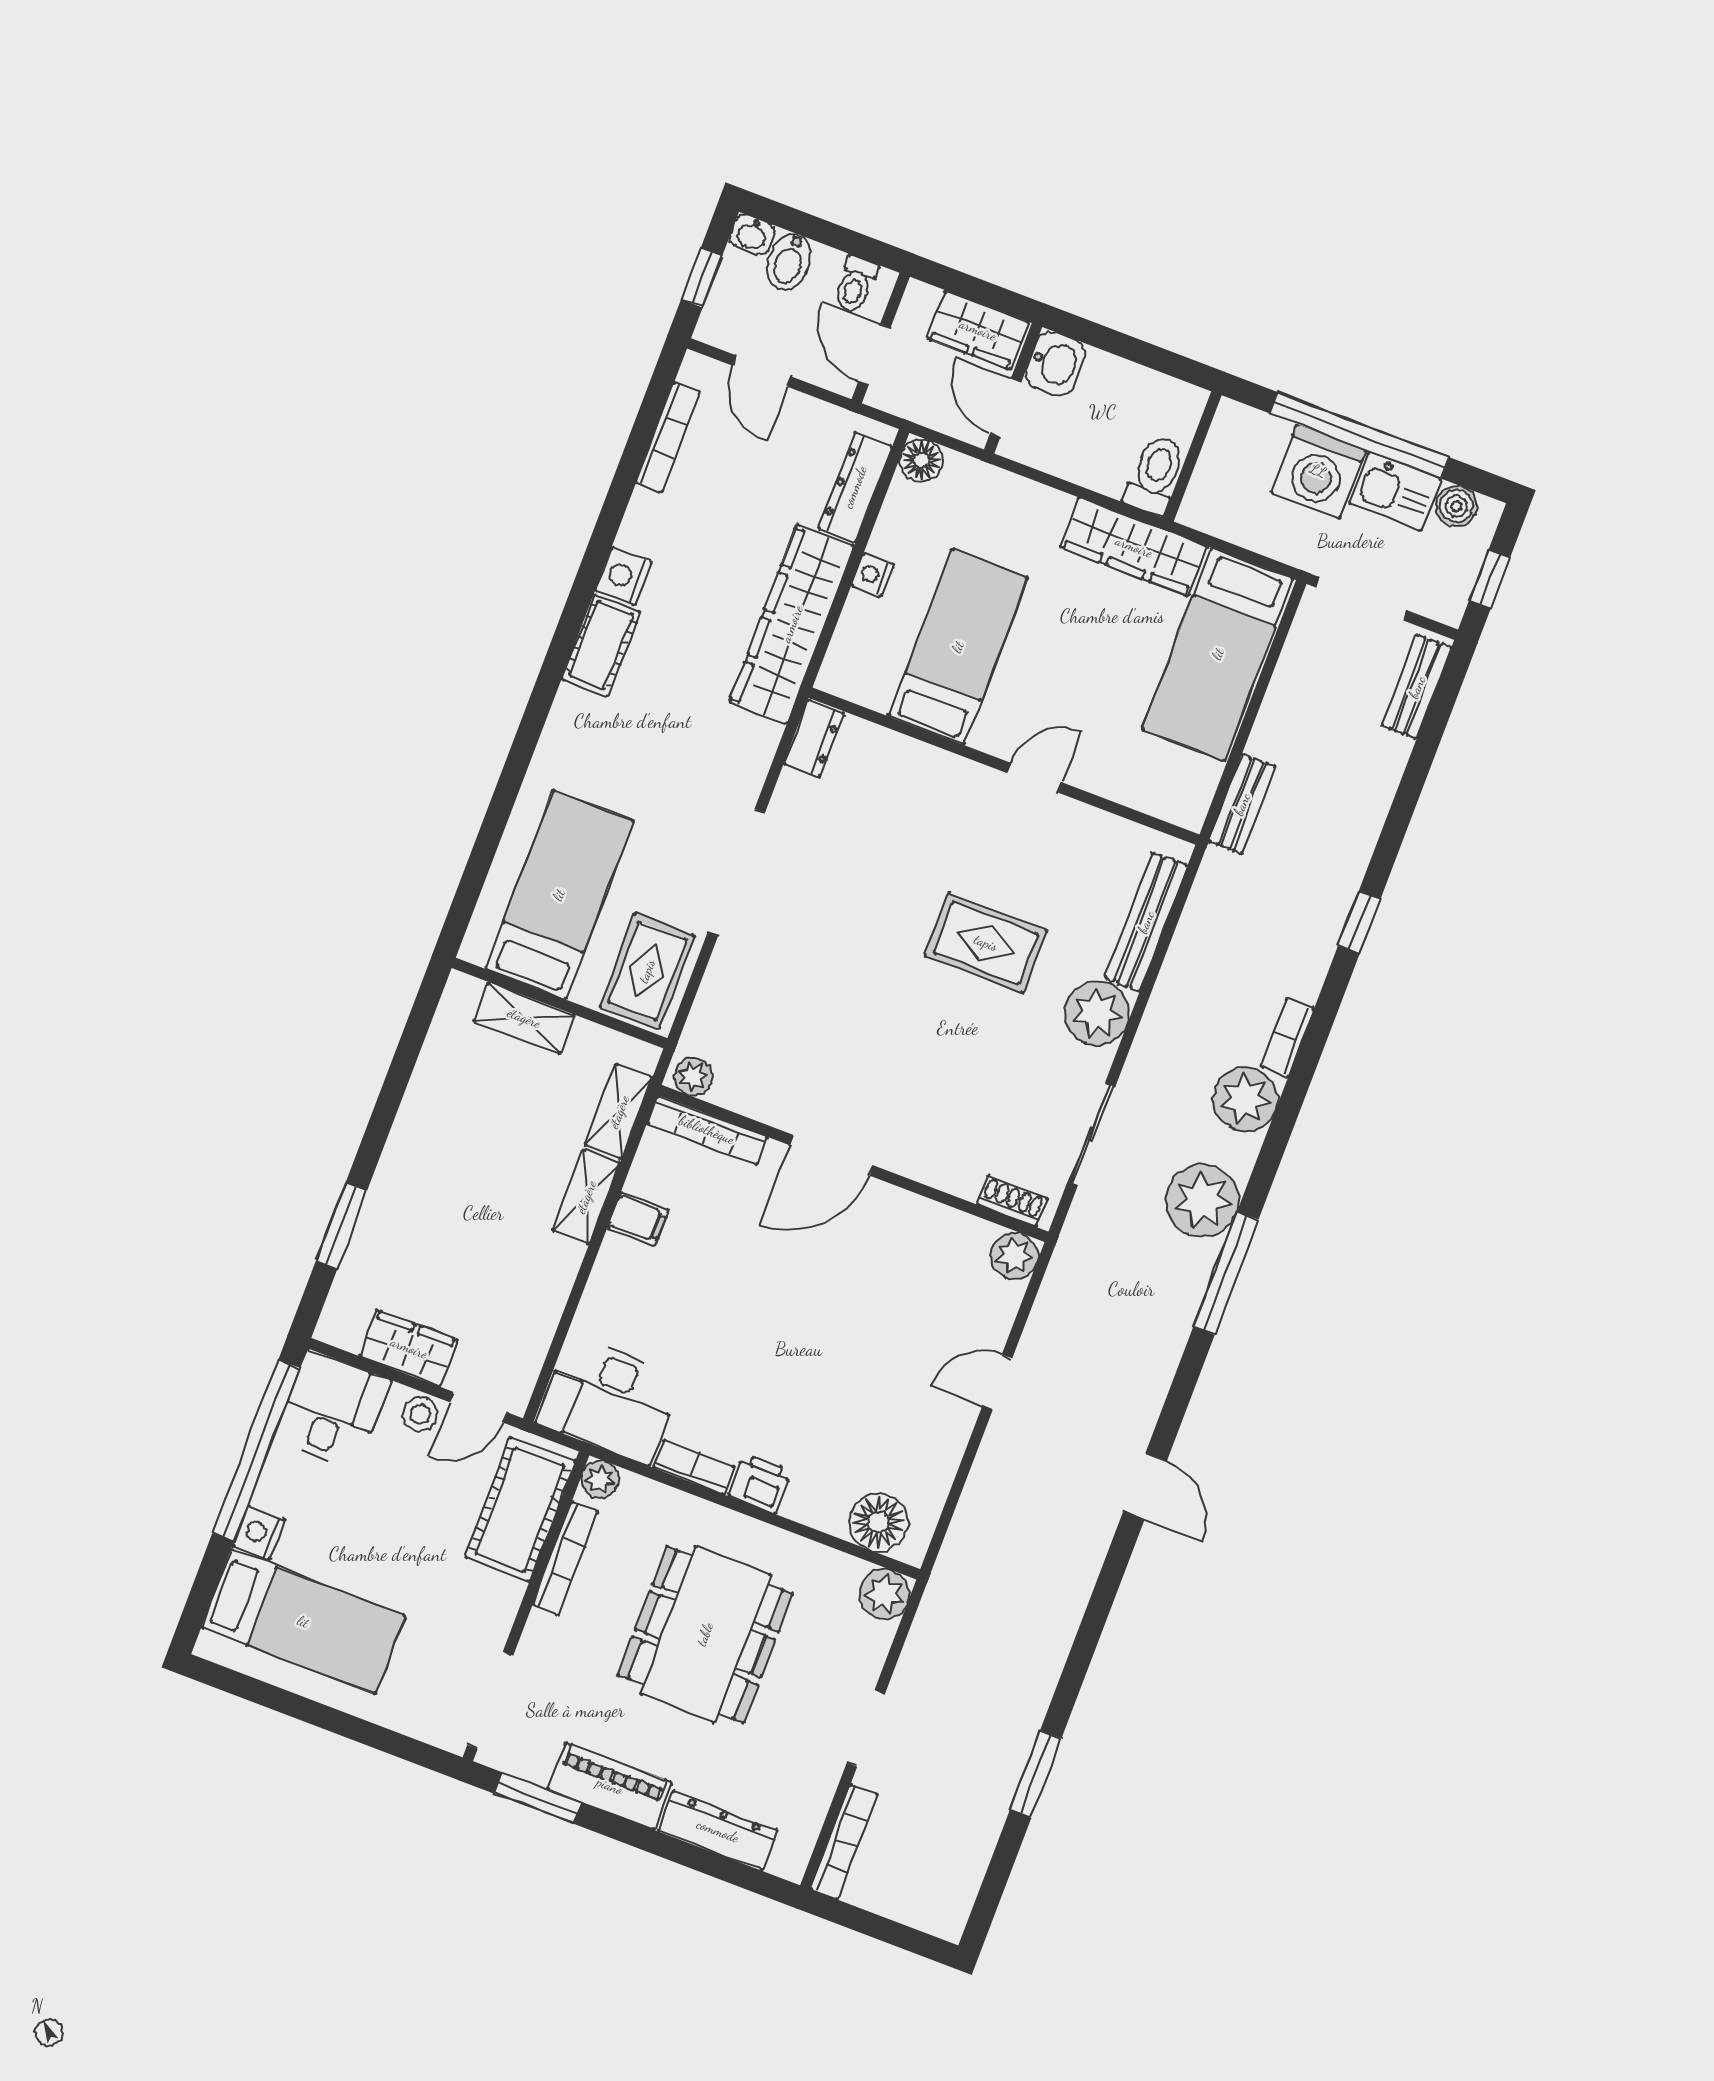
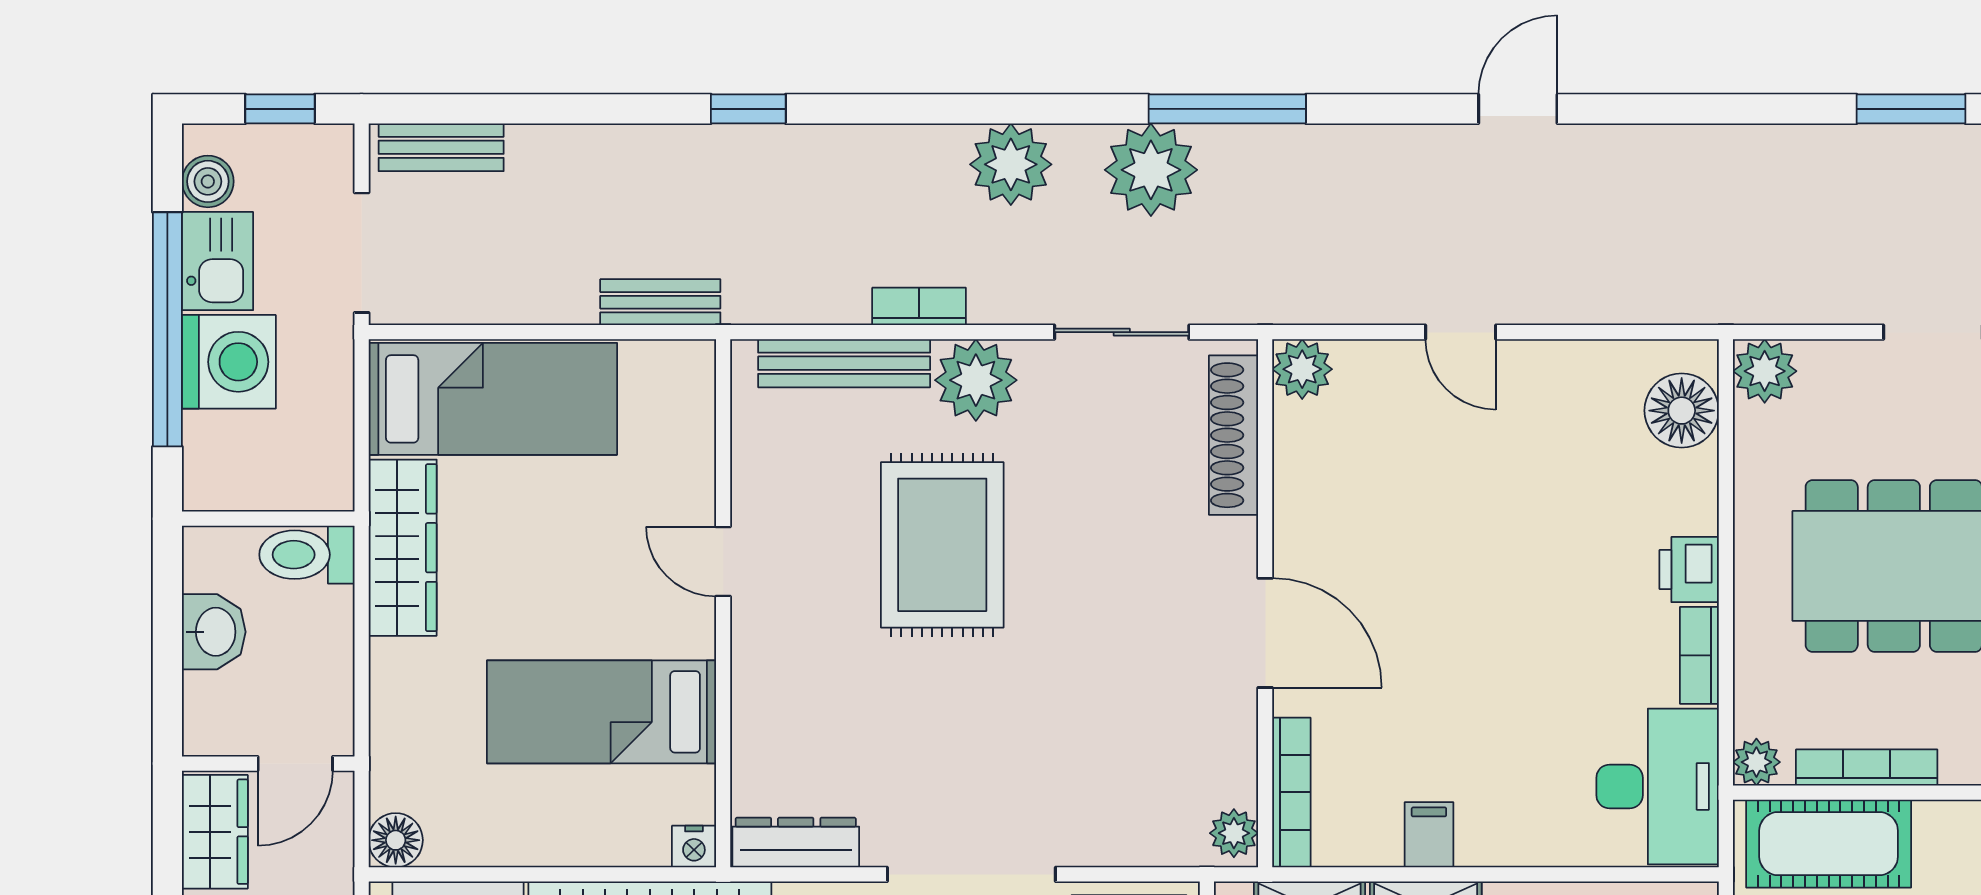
washbasin: (1055, 363) -> (214, 632), moved, turned 90
nightstand: (873, 575) -> (694, 846), moved
dresser: (814, 739) -> (796, 843), width x1.44
rug: (986, 943) -> (942, 545), width x1.36, depth x1.43
bookcase: (1287, 1038) -> (919, 306), moved, turned 180
shoe rack: (1012, 1201) -> (1234, 435), width x1.94, depth x1.24

